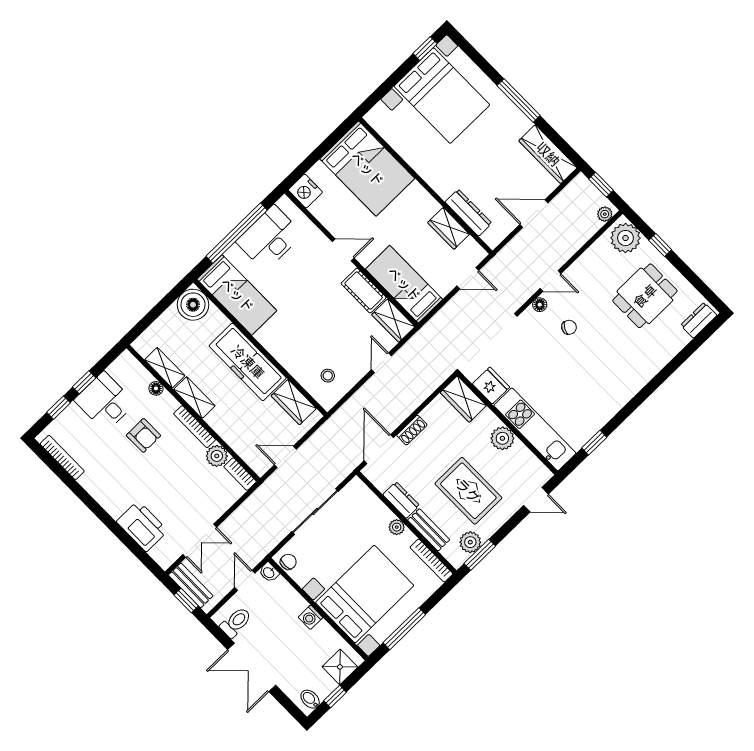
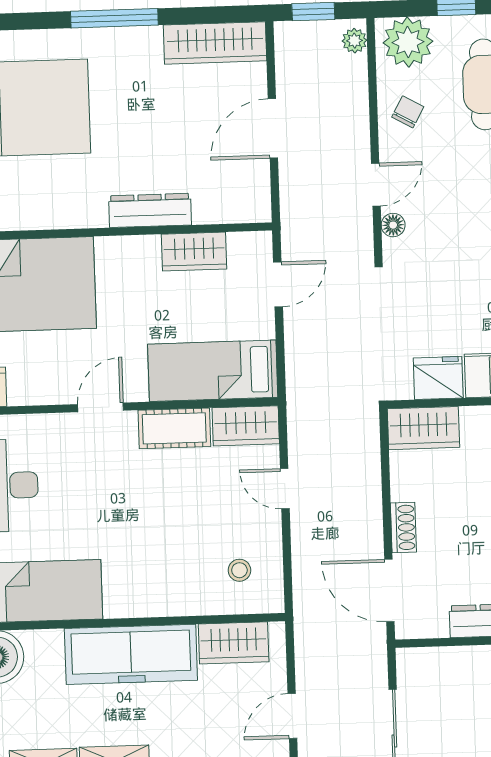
dresser: (468, 213) -> (150, 210), moved
chair: (569, 327) -> (408, 112), moved

